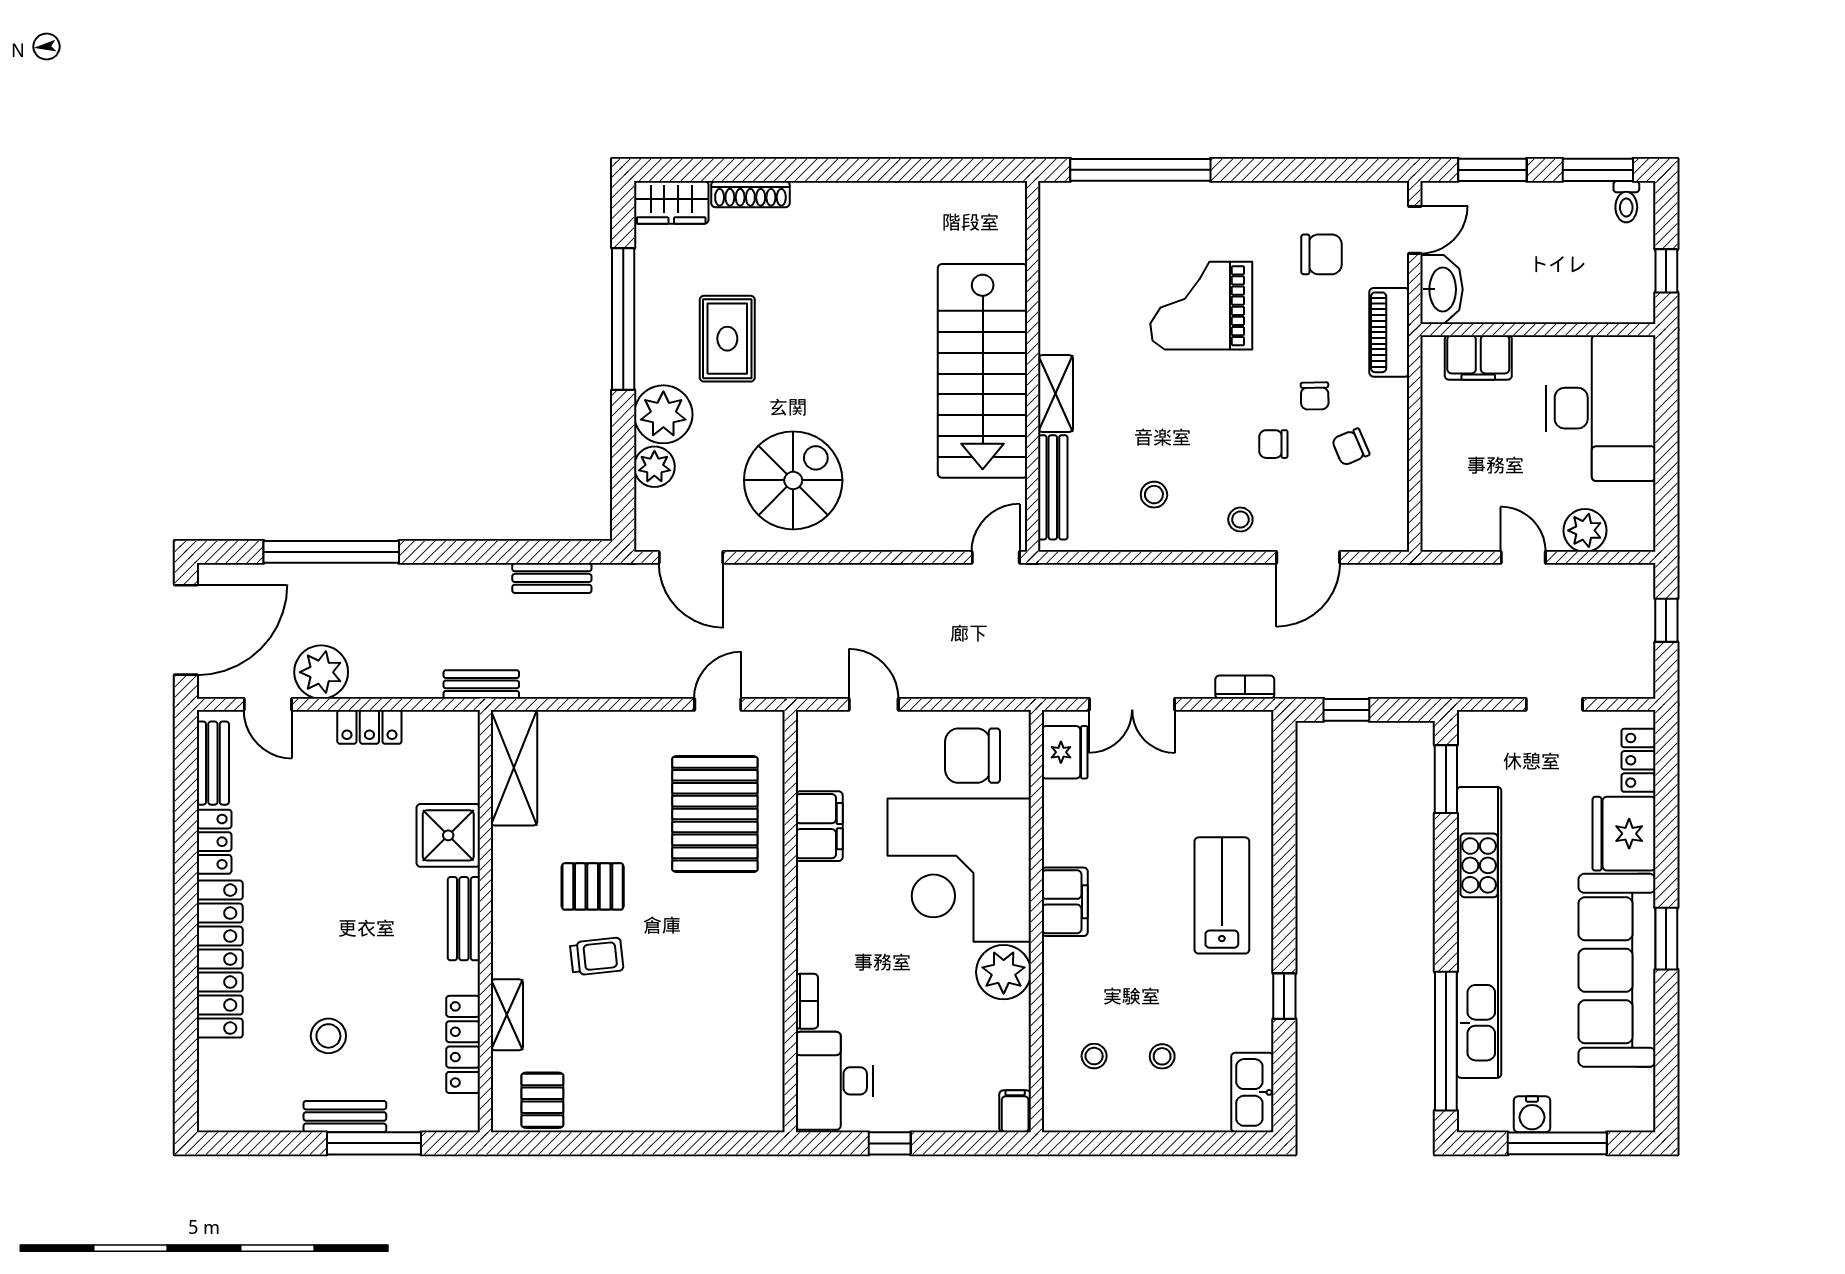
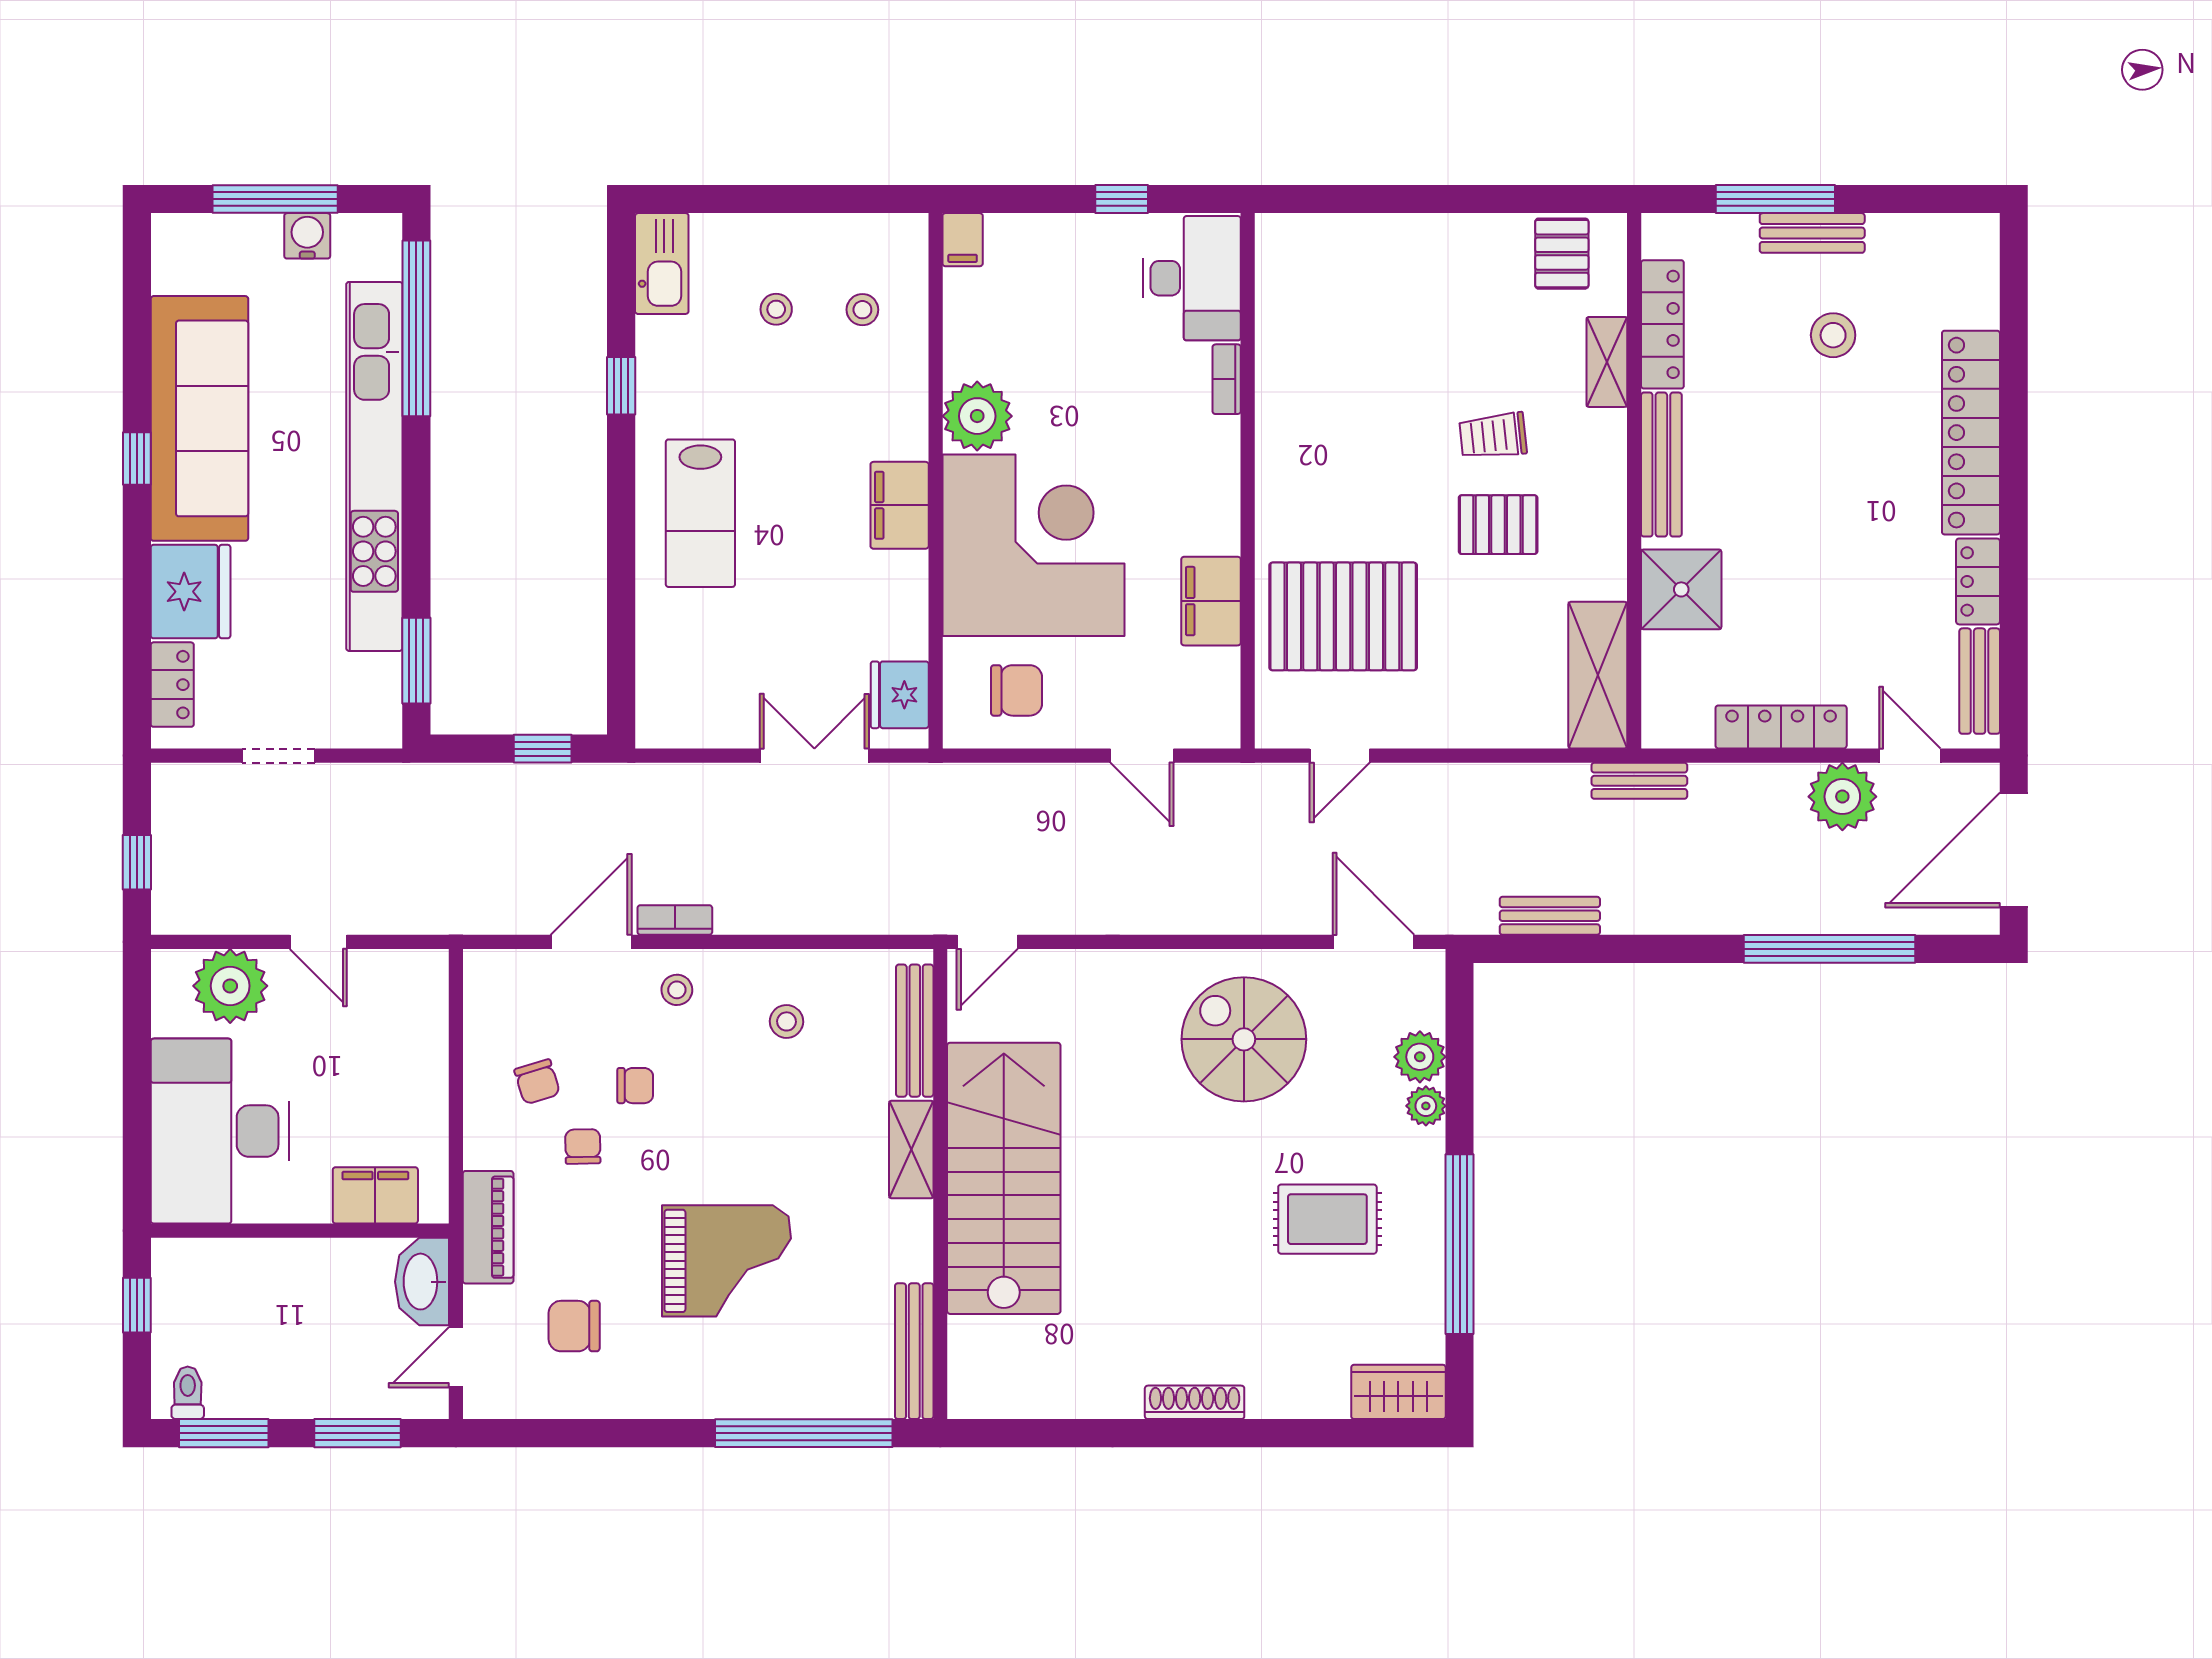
shoe rack: (750, 194) -> (1195, 1402), moved
bench: (1053, 235) -> (914, 1351), added
rug: (727, 339) -> (1327, 1219), turned 90
plant: (663, 414) -> (1426, 1106), width x0.53, depth x0.53
chair: (1351, 447) -> (537, 1082), turned 96
spiral stairs: (793, 480) -> (1244, 1039), turned 90
plant: (1585, 530) -> (230, 986), width x1.36, depth x1.36
bookcase: (1245, 687) -> (675, 920), moved, turned 180
locker: (369, 727) -> (1781, 727), width x1.53
chair: (973, 756) -> (1017, 690), width x0.73, depth x0.73
pallet: (715, 814) -> (1343, 616), turned 90
bench: (464, 919) -> (1661, 465), width x1.36
window: (1666, 939) -> (137, 459), width x0.67

